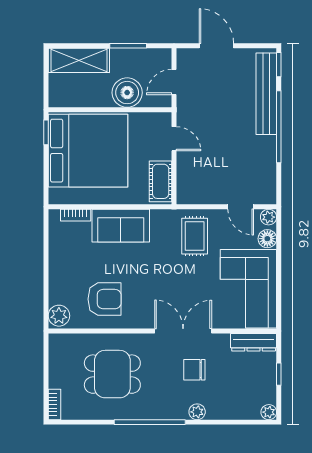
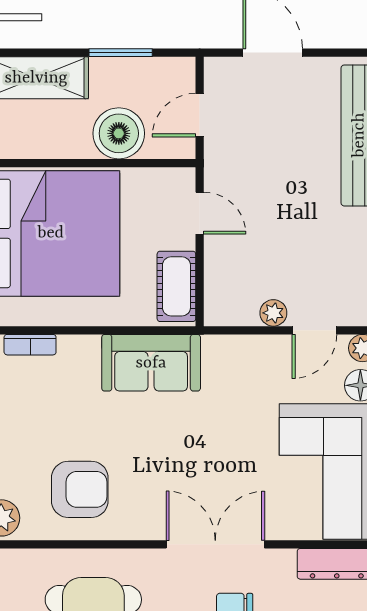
plant: (217, 197) -> (273, 313), added
door: (241, 207) -> (314, 330), hinge flipped
sofa: (121, 226) -> (151, 363), moved
rug: (195, 236) -> (235, 381), removed

